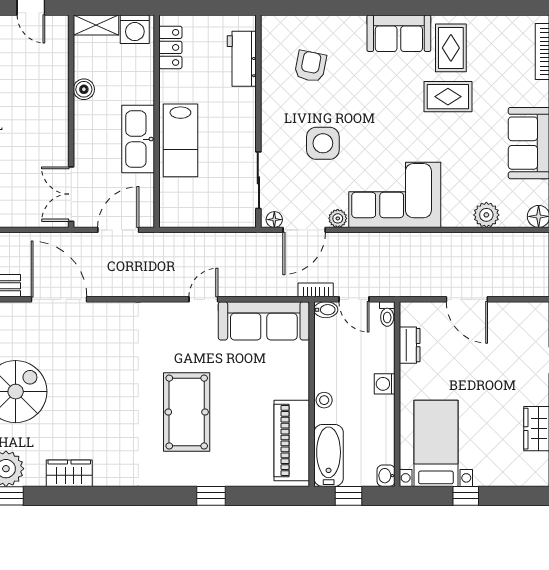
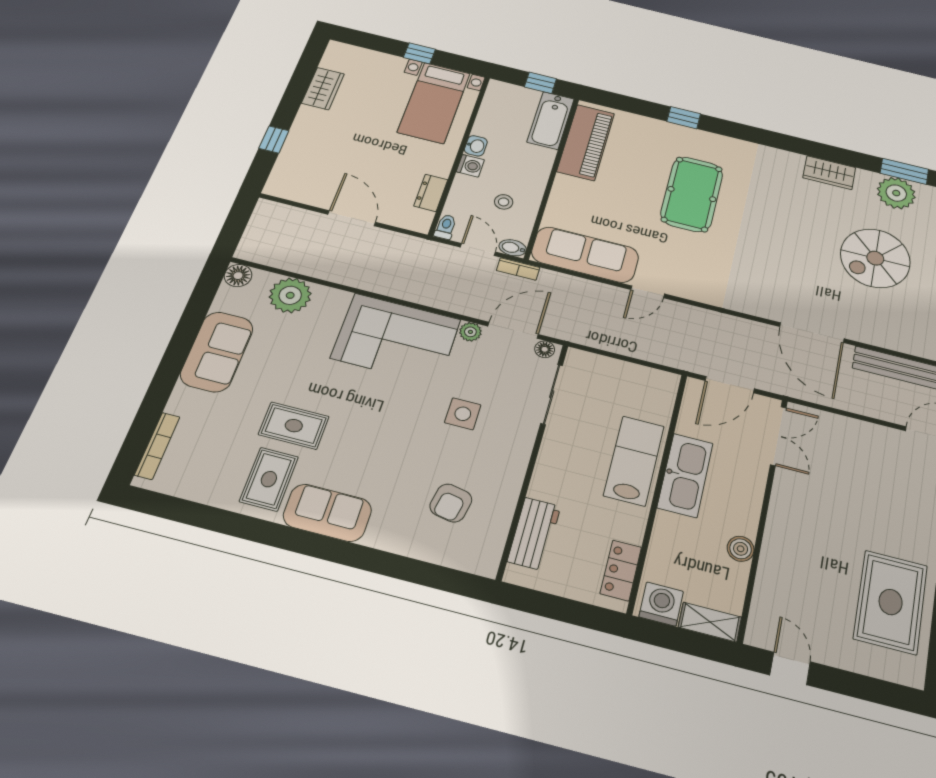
side table: (323, 143) -> (463, 414), width x0.73, depth x0.73
plant: (486, 215) -> (290, 295), width x1.36, depth x1.36
stool: (324, 400) -> (504, 202), moved
washbasin: (386, 476) -> (476, 146), moved

